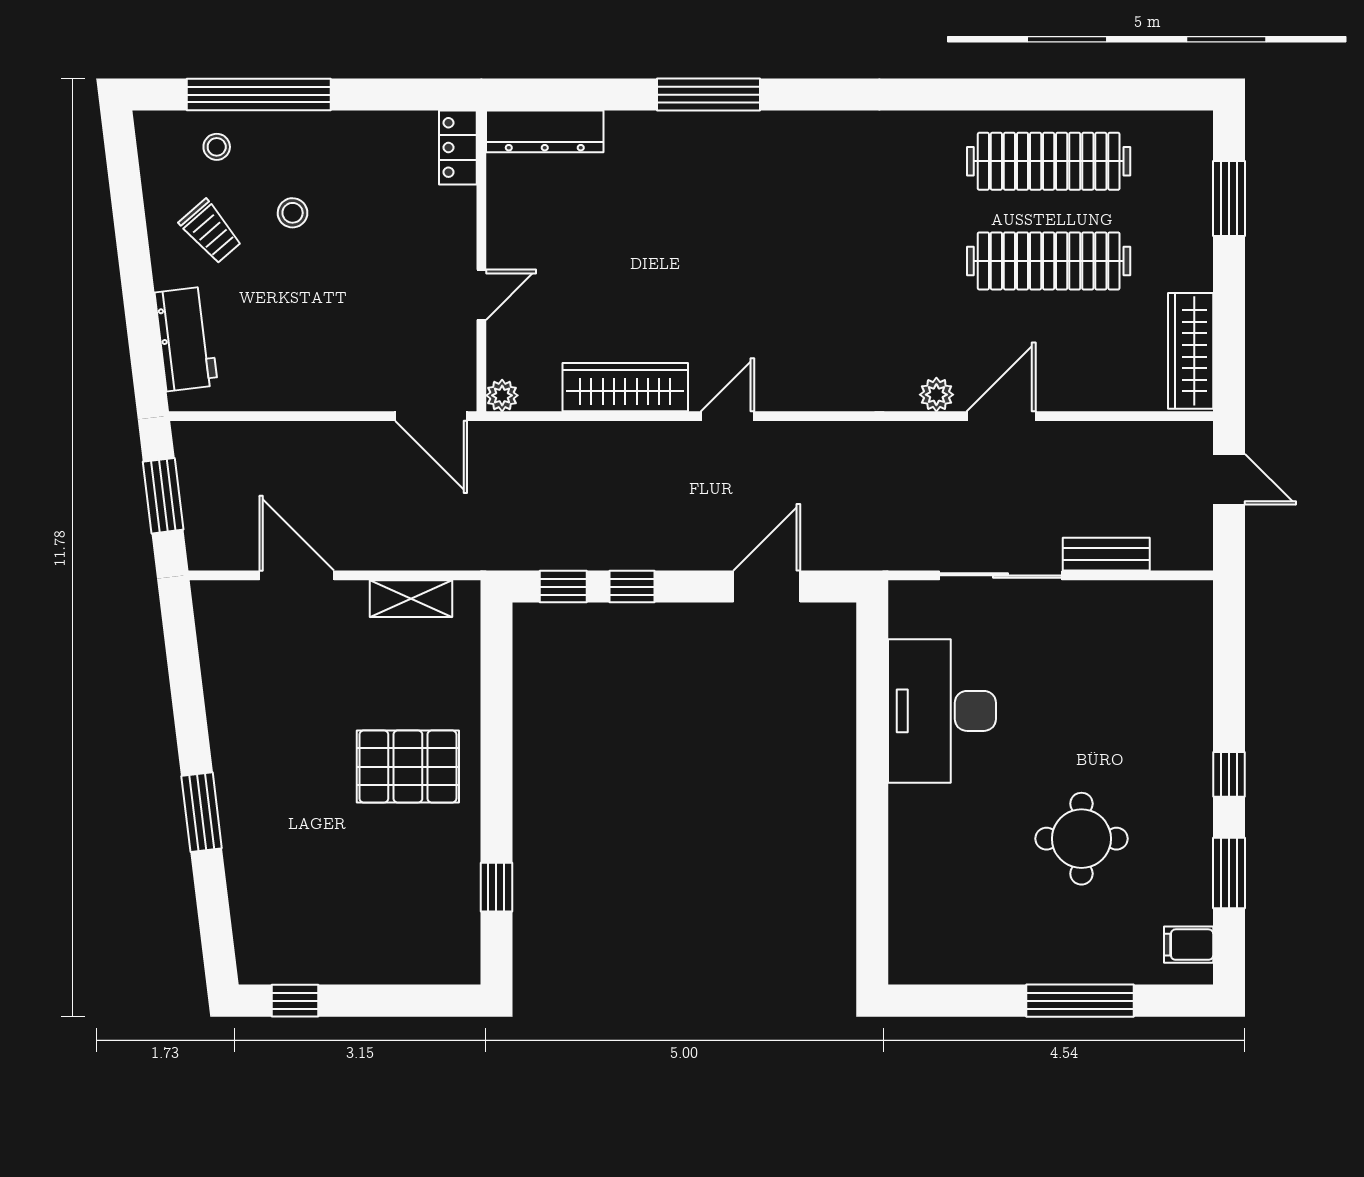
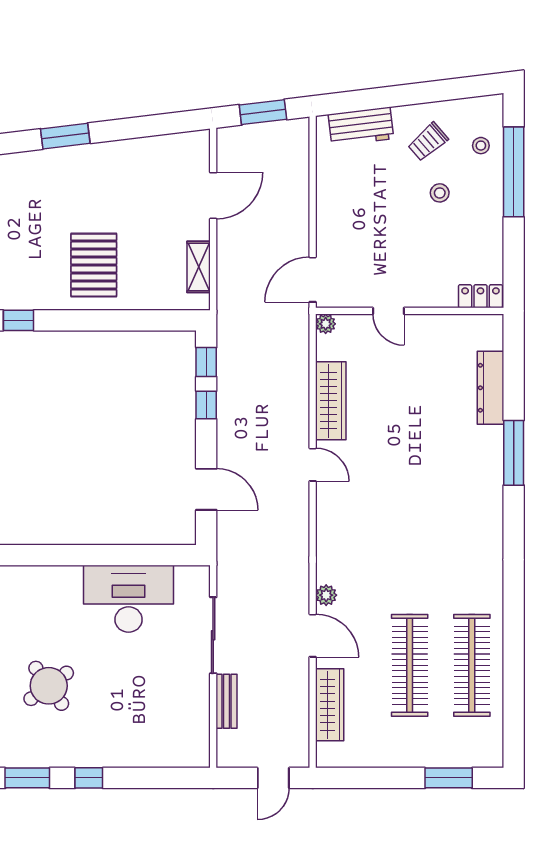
dresser: (545, 131) -> (491, 388), moved
wardrobe: (1191, 351) -> (330, 705), moved, turned 90
round table: (1081, 839) -> (49, 686), turned -36

